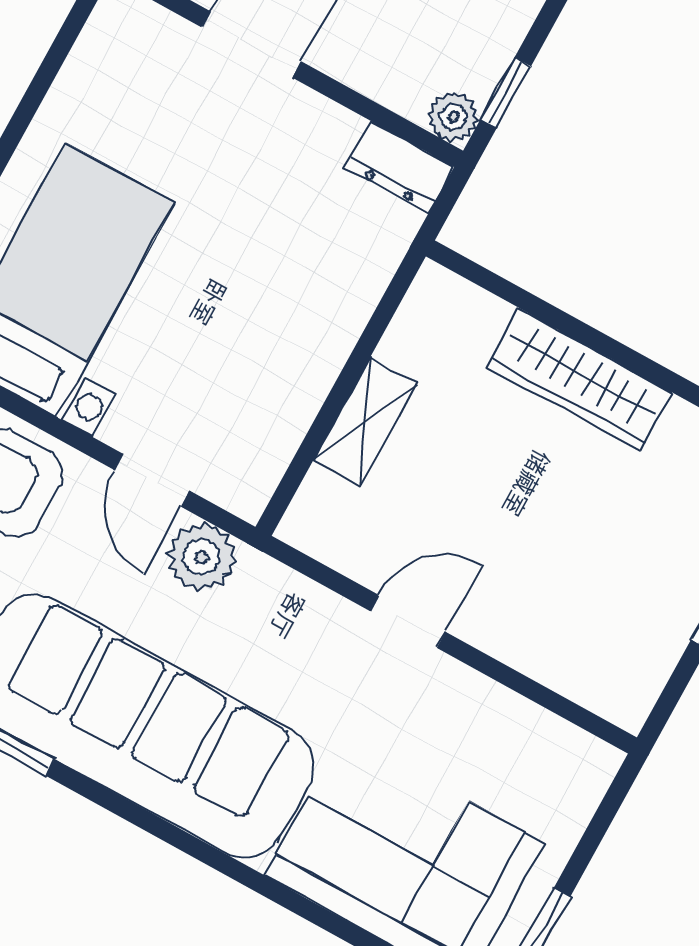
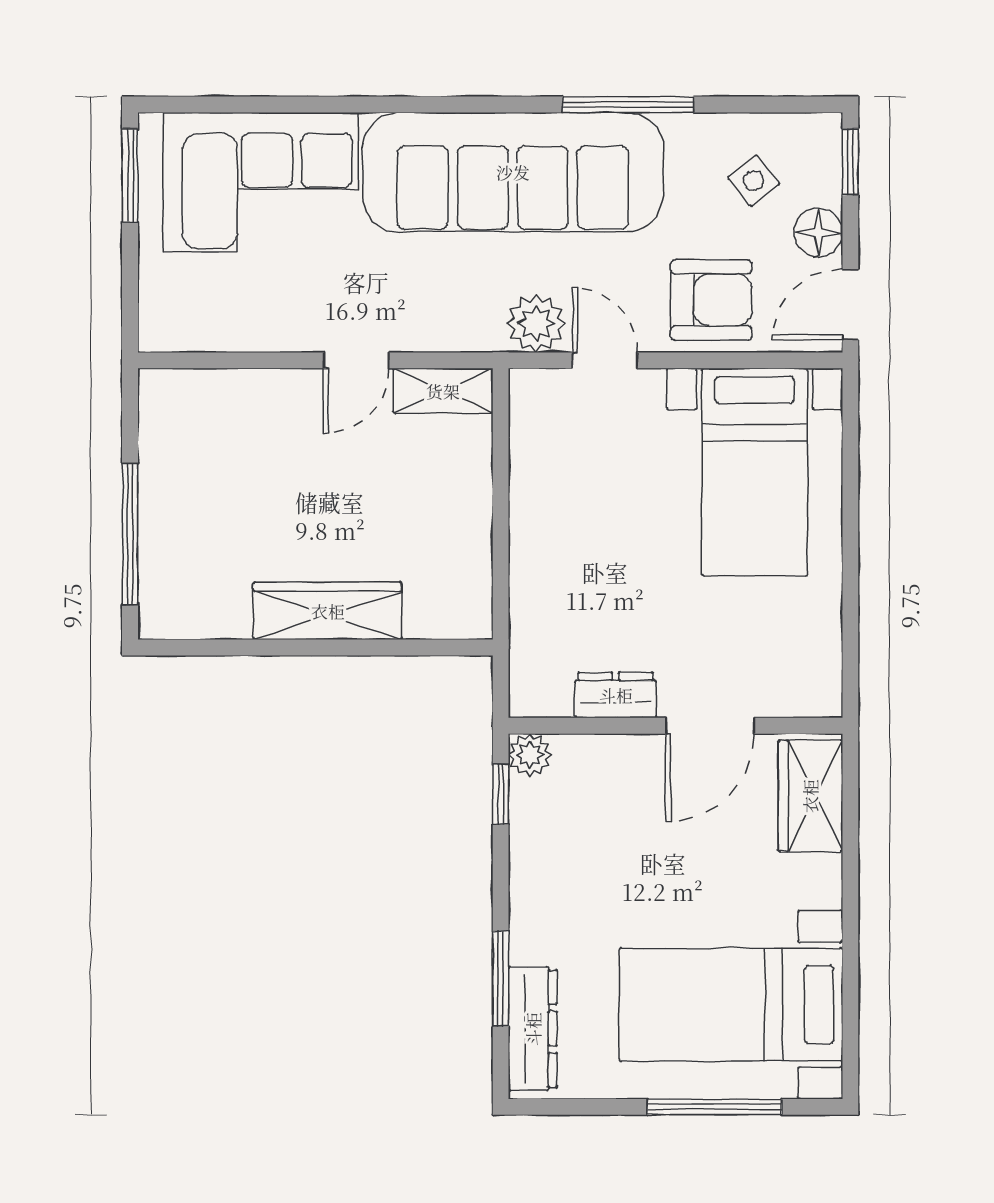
dresser: (399, 167) -> (616, 695), moved
shelving: (365, 422) -> (443, 391), moved, turned 90

